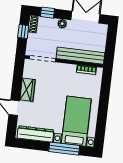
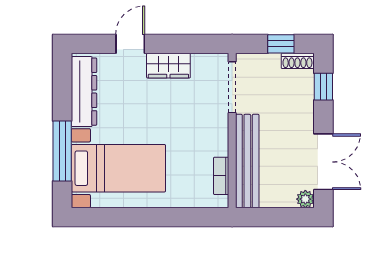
plant: (62, 24) -> (305, 199), moved

